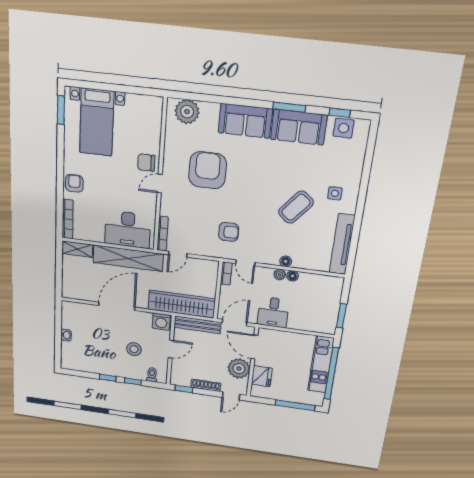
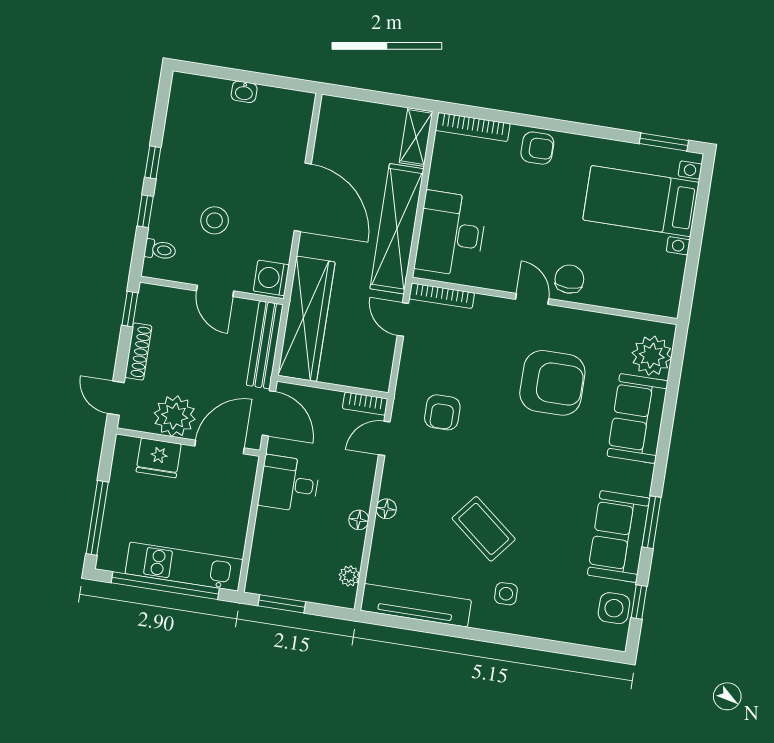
sofa: (245, 121) -> (638, 419), moved
plant: (280, 275) -> (349, 576), moved

